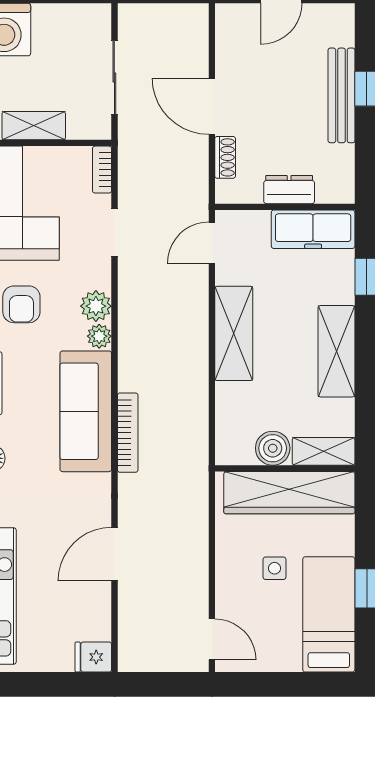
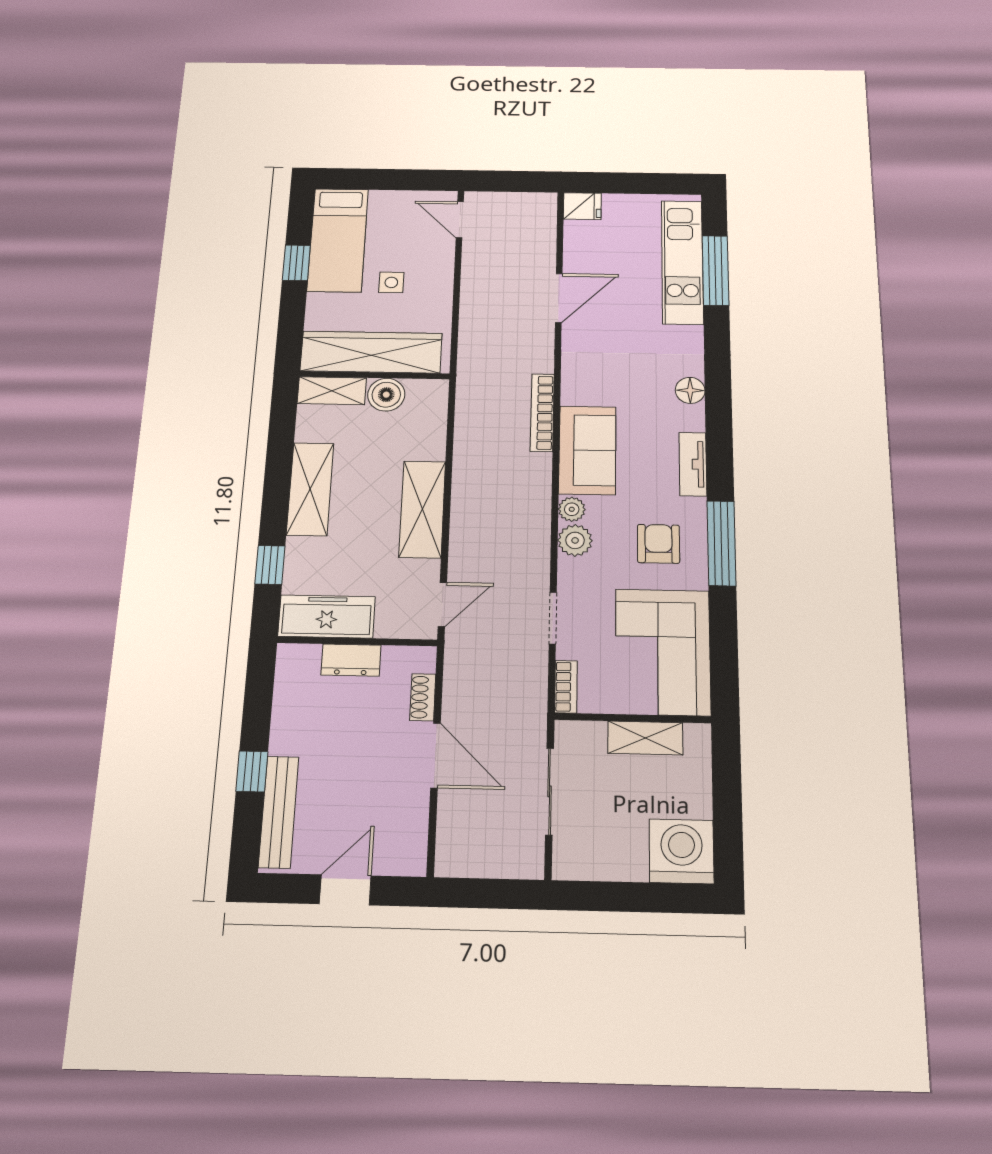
bench: (341, 95) -> (279, 812), moved
sofa: (86, 411) -> (587, 450), width x0.73

